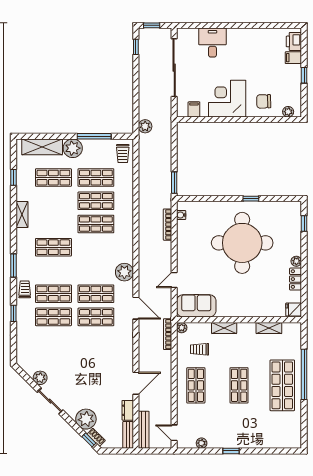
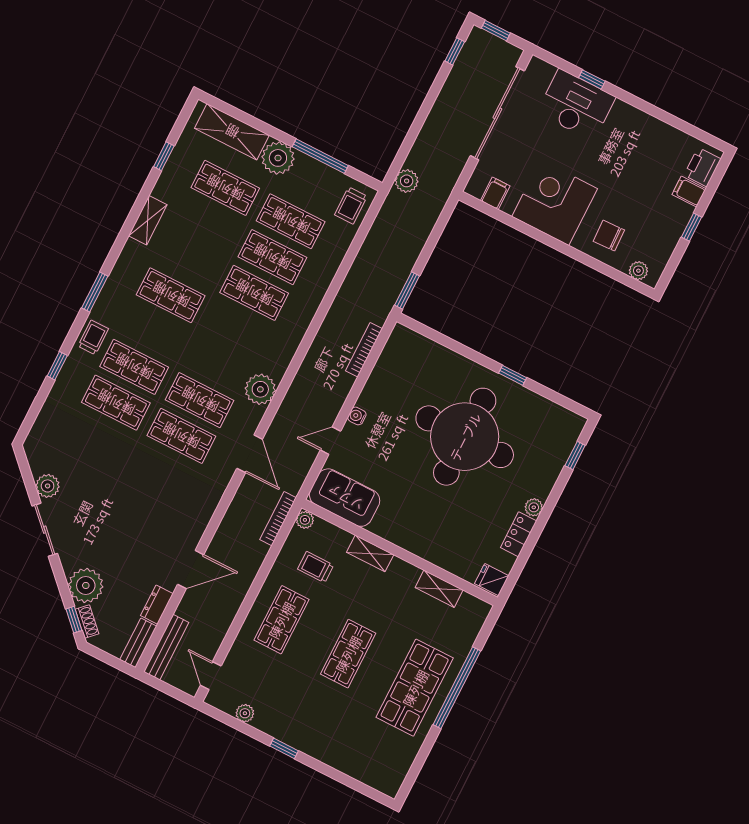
window: (214, 25) -> (592, 79), added
desk: (212, 43) -> (576, 105), width x1.37
water cooler: (181, 215) -> (357, 416), moved

